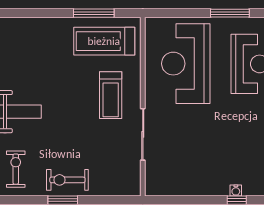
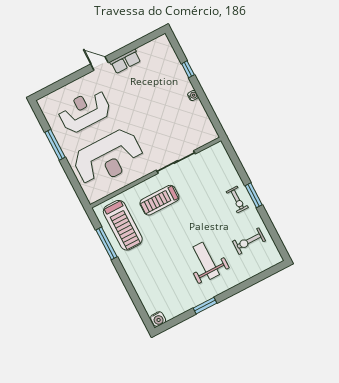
treadmill: (111, 95) -> (159, 200), turned 180
exercise bike: (67, 180) -> (237, 200), width x0.73, depth x0.72
water cooler: (236, 191) -> (193, 96), moved

